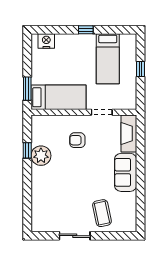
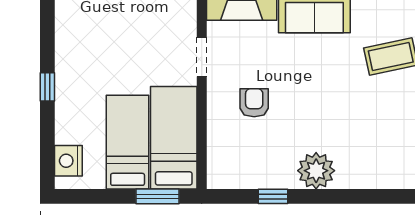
bed: (108, 59) -> (128, 142), moved, turned -90
armchair: (77, 140) -> (254, 103), turned 180
plant: (41, 156) -> (316, 171), moved

